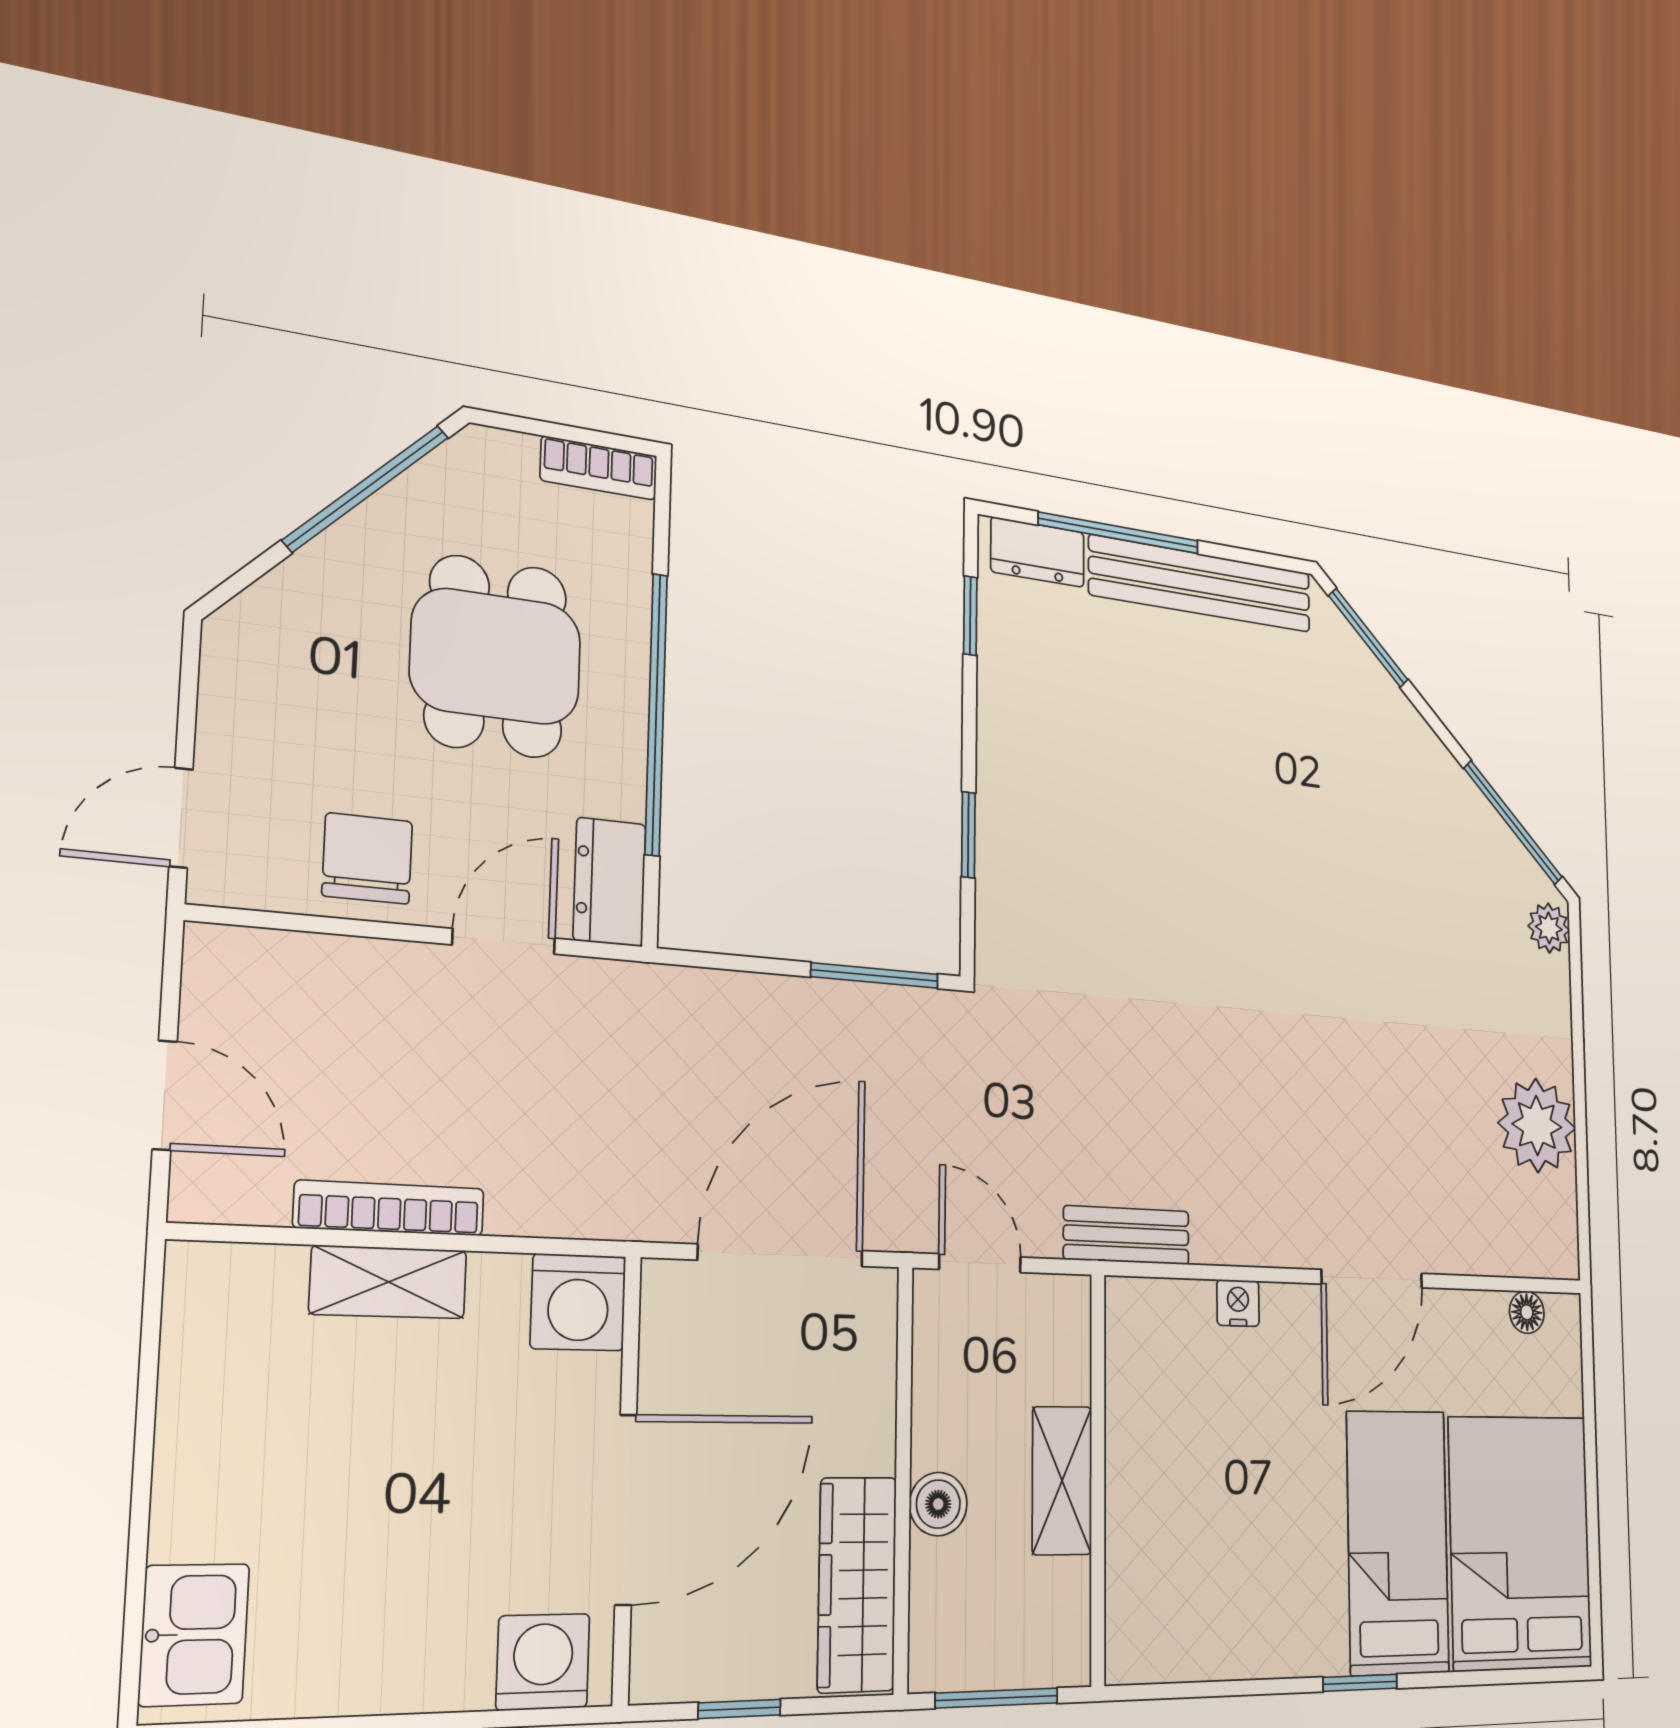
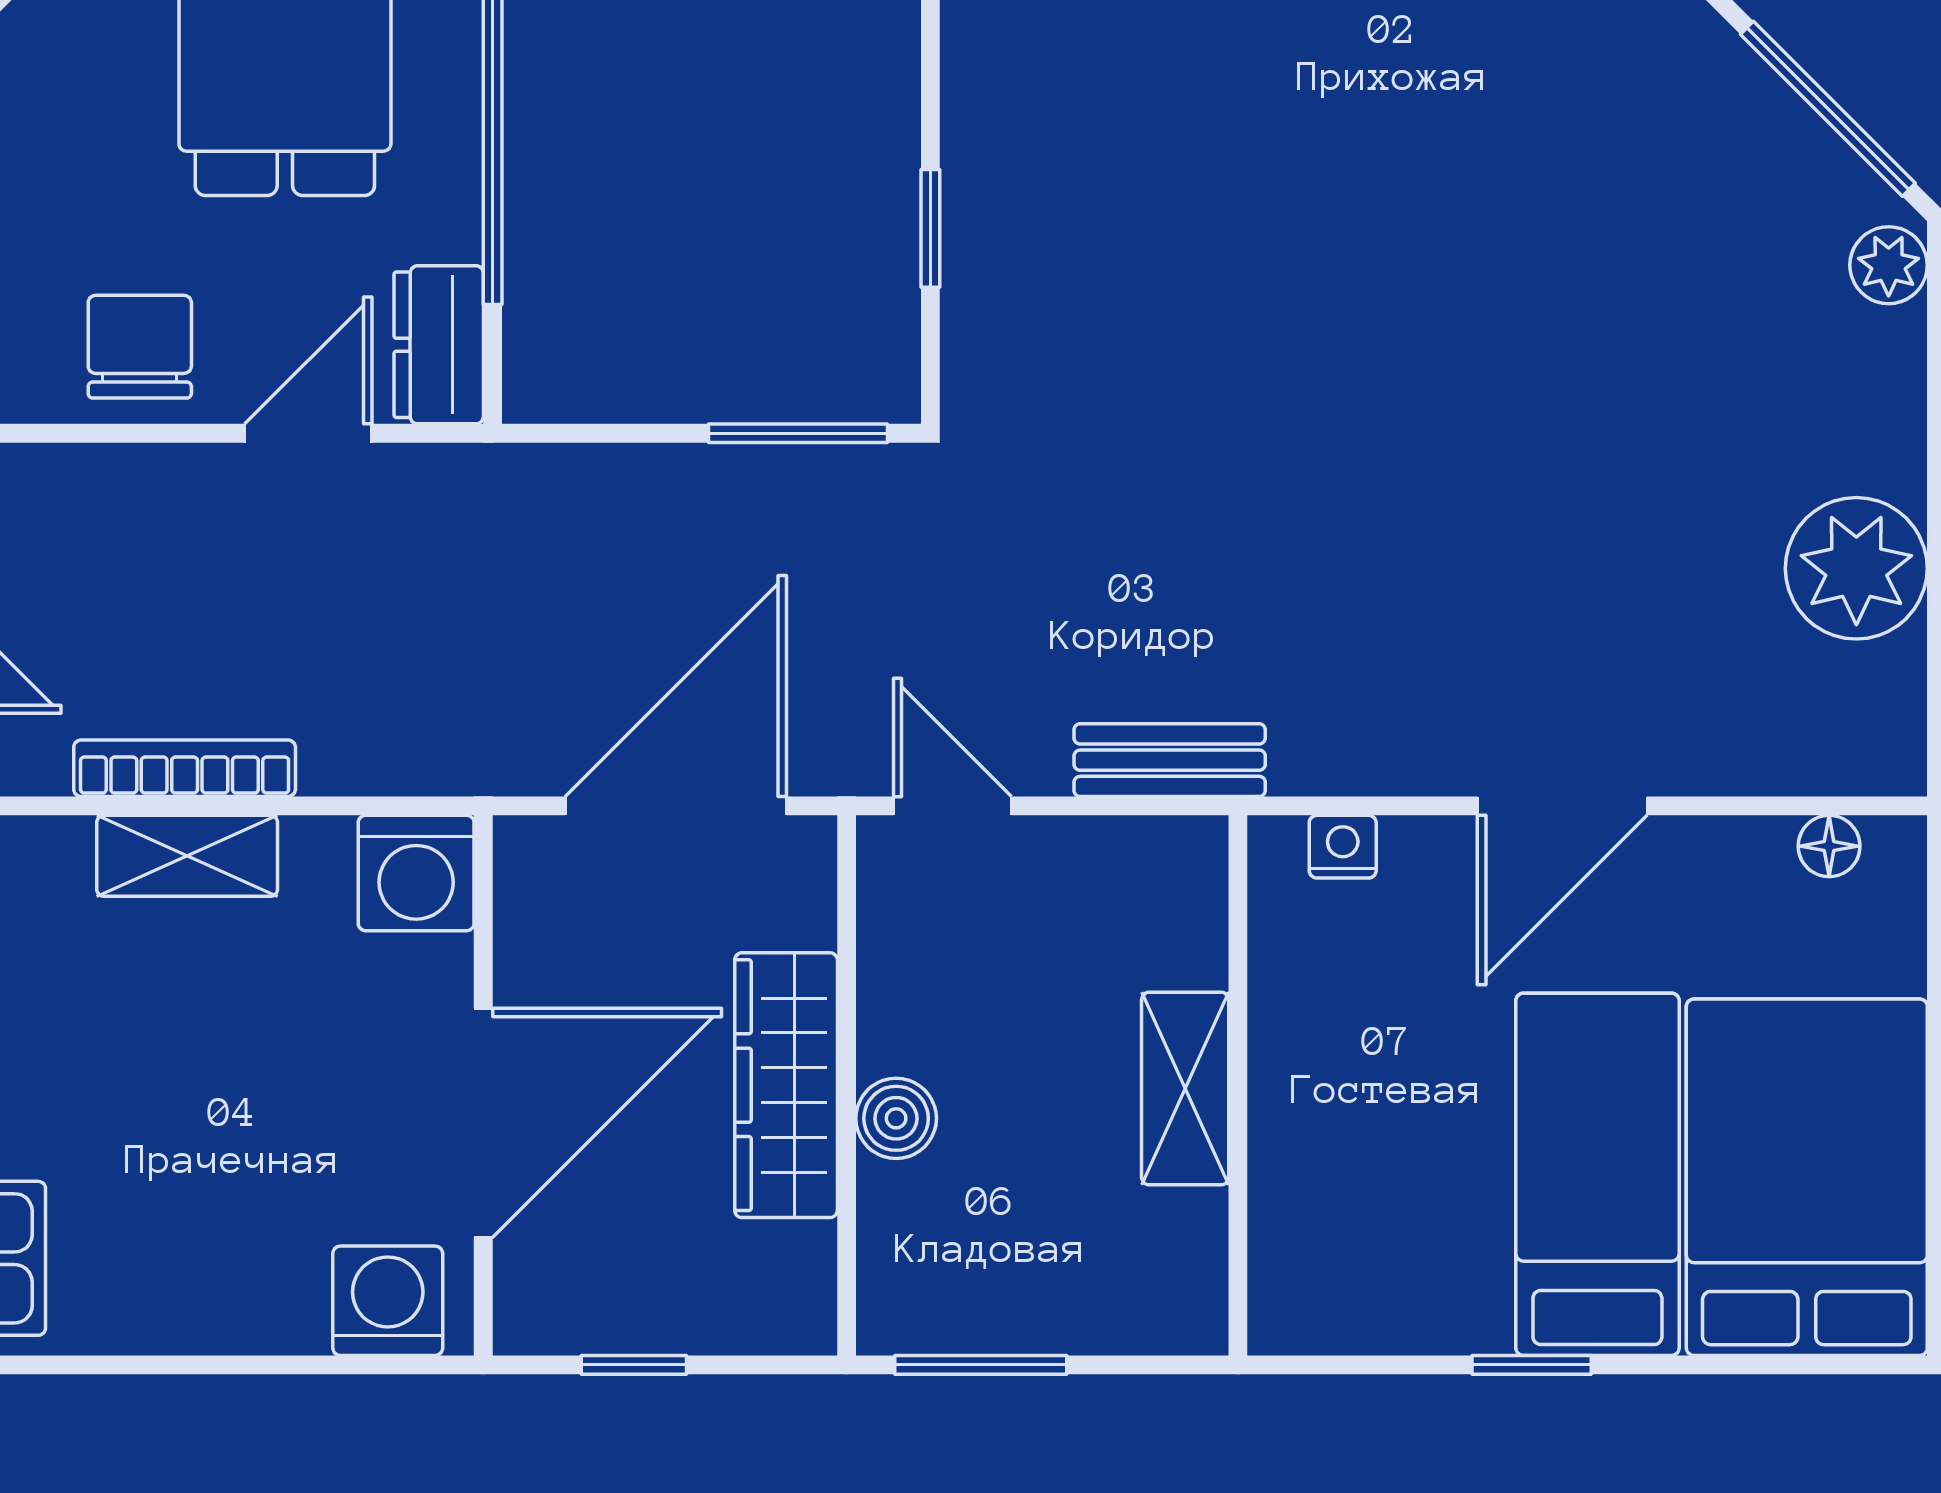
wall: (1098, 1478) -> (1238, 1085), moved
shelving: (1062, 1481) -> (1185, 1089), moved
wardrobe: (857, 1584) -> (786, 1085), moved

